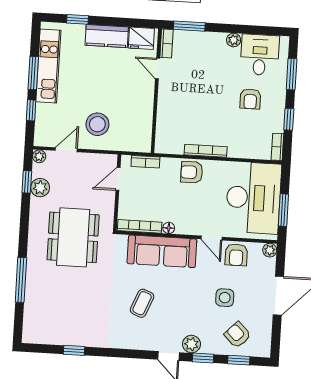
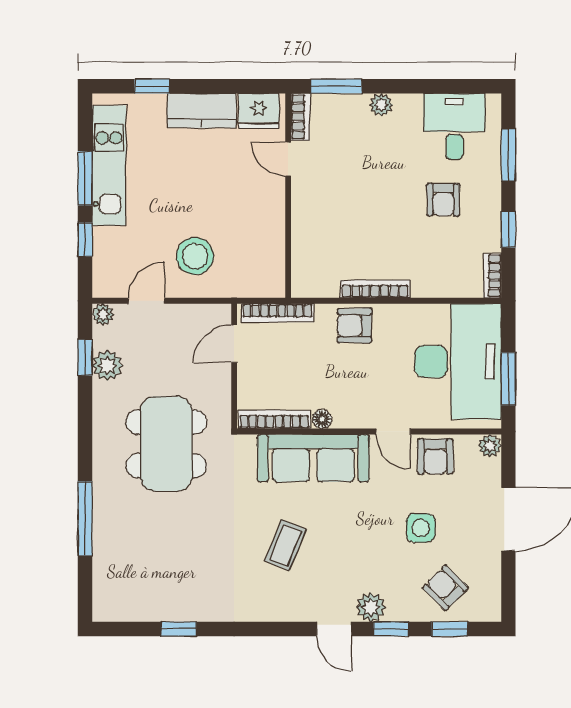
plant: (234, 40) -> (381, 105), moved
bookcase: (145, 162) -> (277, 313), width x1.56

